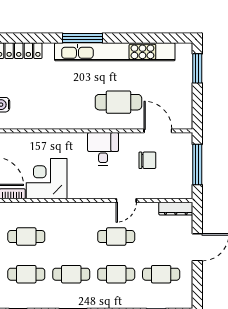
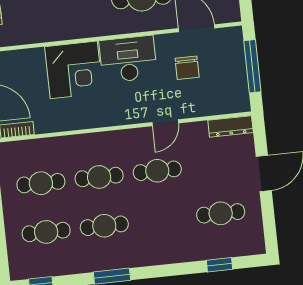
desk: (103, 149) -> (128, 59), width x1.37
chair: (147, 160) -> (187, 68), turned 90
corner desk: (47, 179) -> (74, 70), moved, turned 180
cafe table: (116, 274) -> (99, 177), moved

